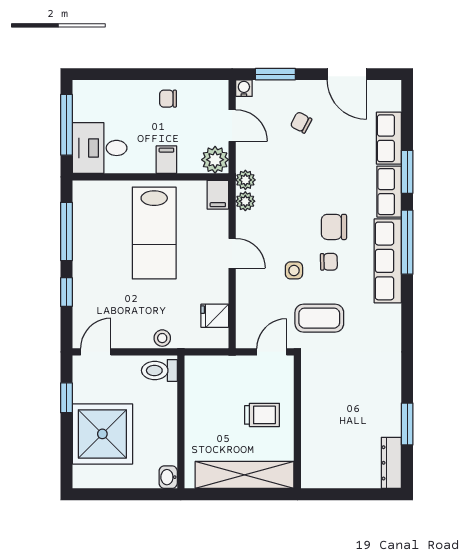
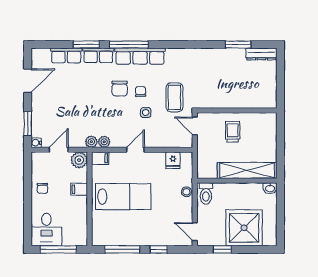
chair: (301, 122) -> (57, 108), removed
desk: (100, 148) -> (46, 229), moved
shelving: (245, 475) -> (247, 170), moved, turned 90

